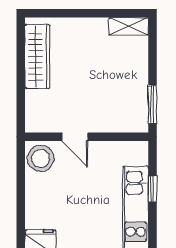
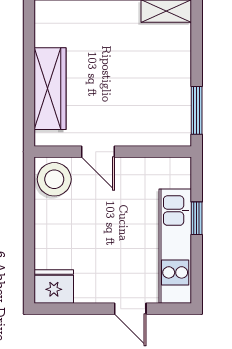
wardrobe: (37, 56) -> (50, 89), moved

